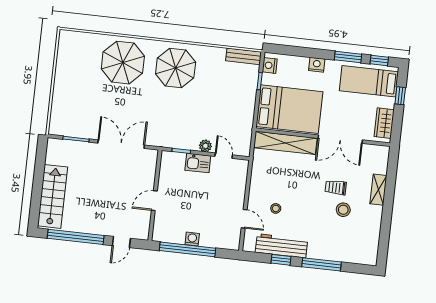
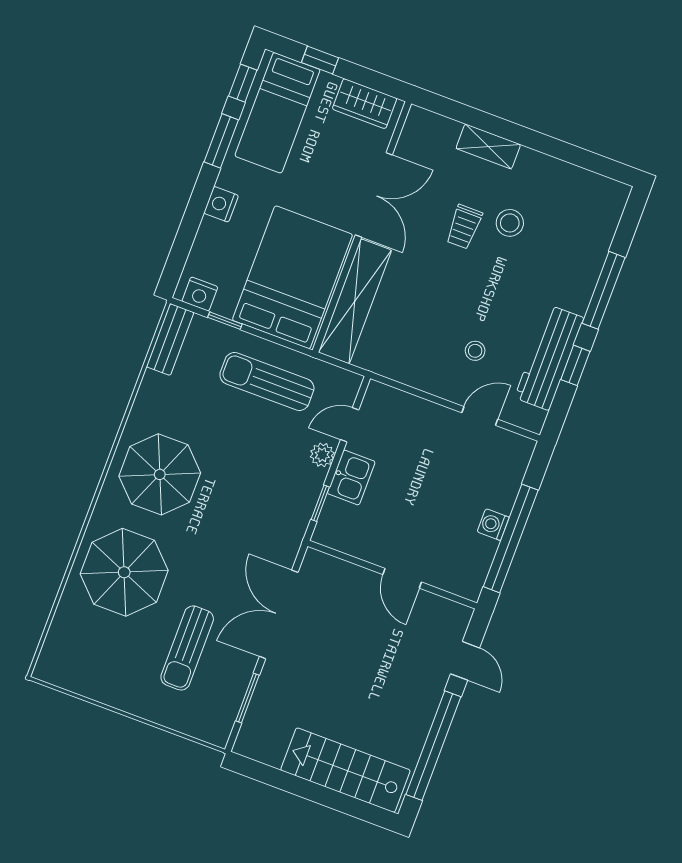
sun lounger: (93, 103) -> (187, 648), added
sun lounger: (235, 109) -> (267, 381), added

